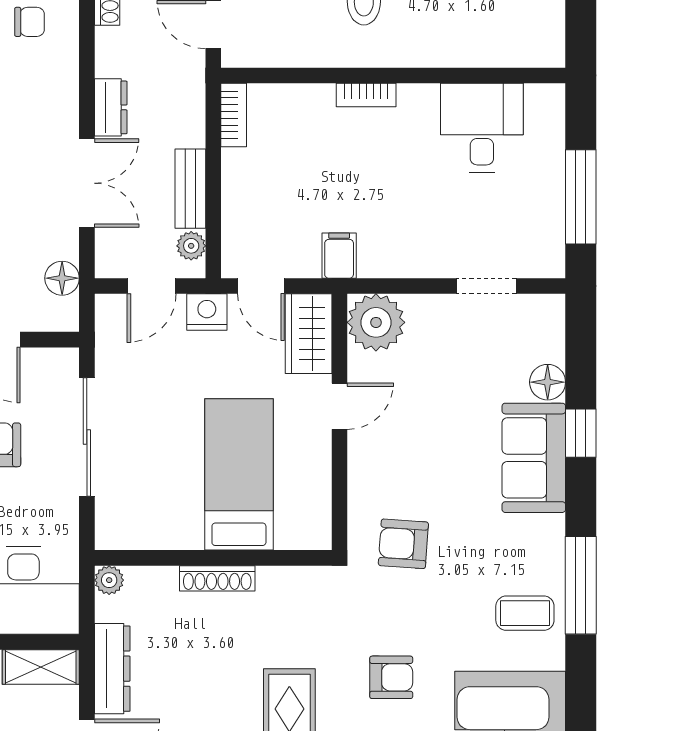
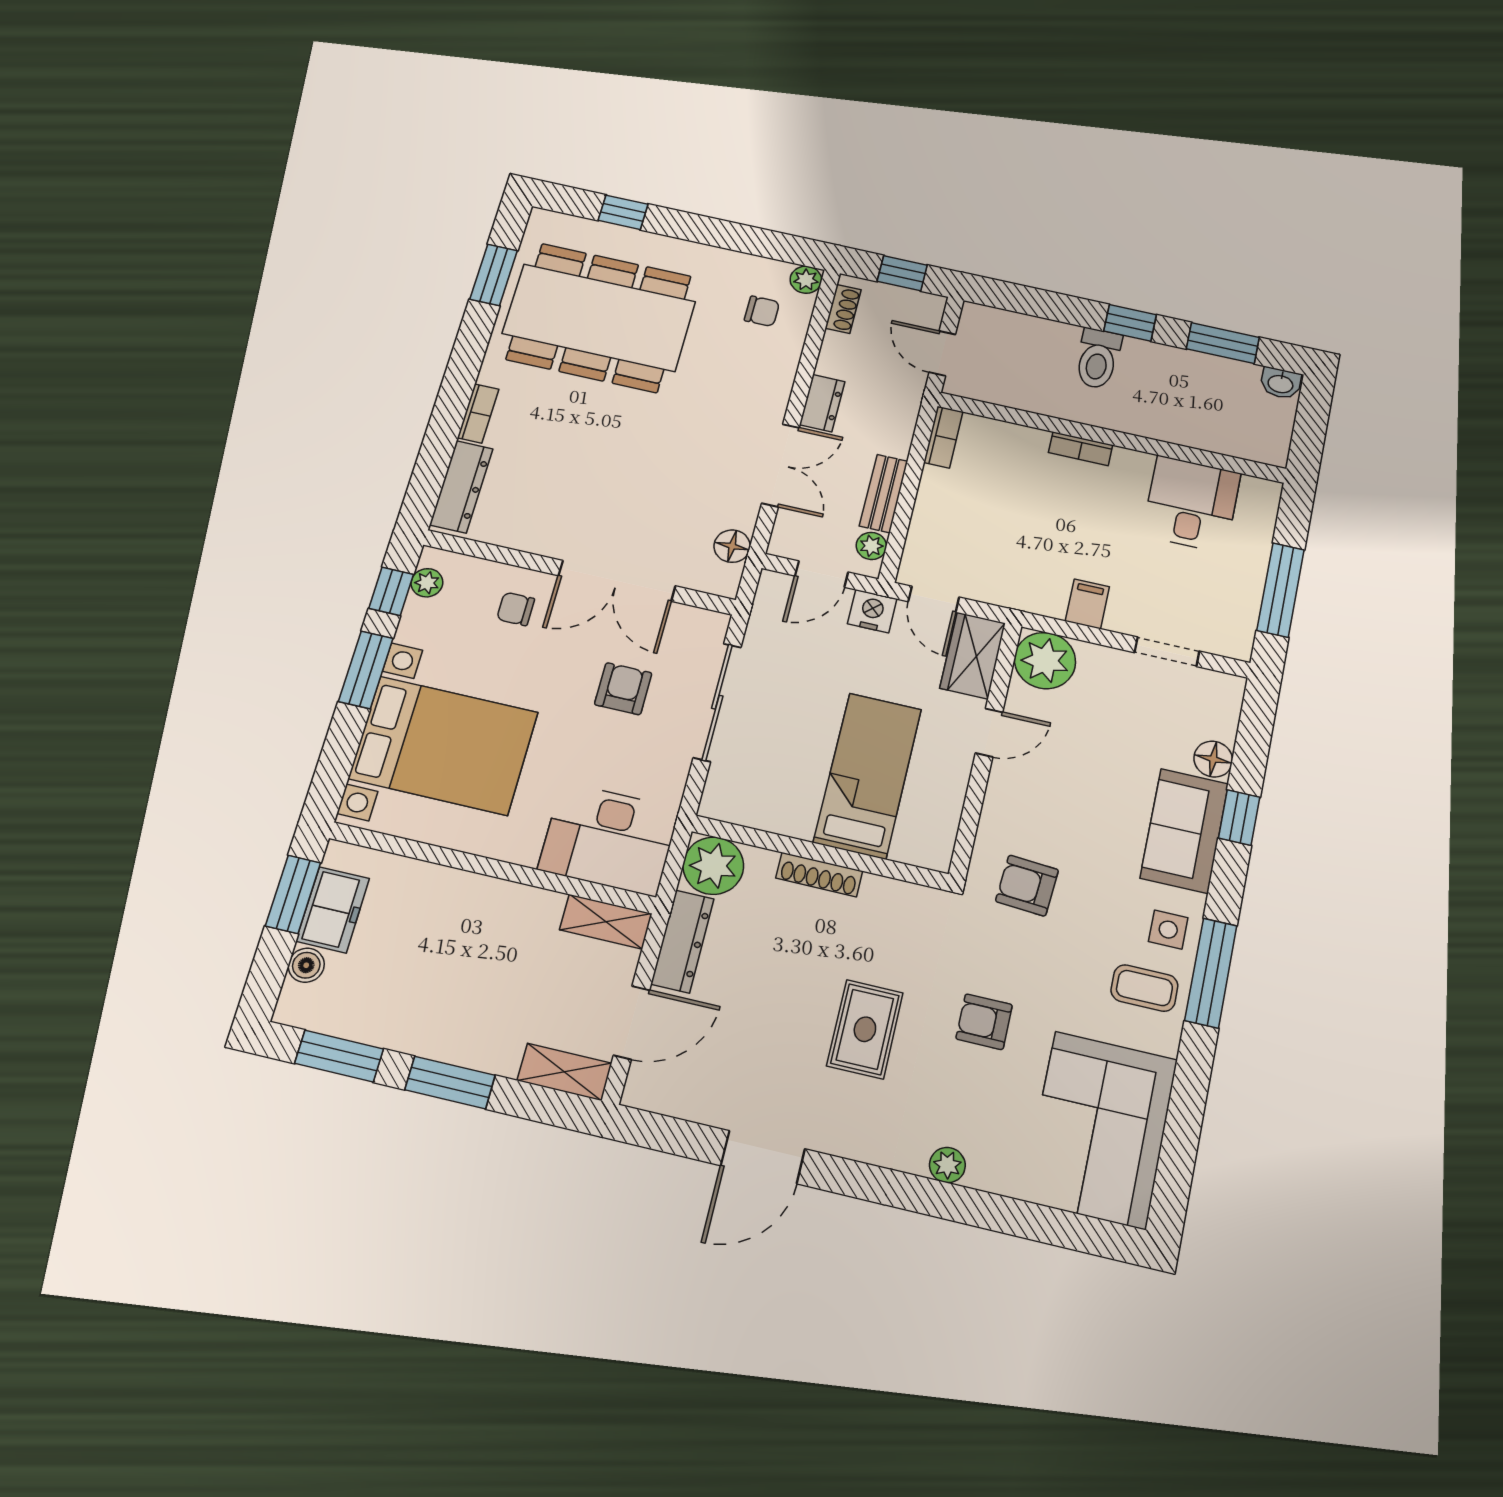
filing cabinet: (339, 256) -> (1087, 604), moved
side table: (536, 554) -> (1168, 930), added
plant: (109, 580) -> (713, 866), width x1.88, depth x1.88
armchair: (391, 677) -> (984, 1022), turned 180

